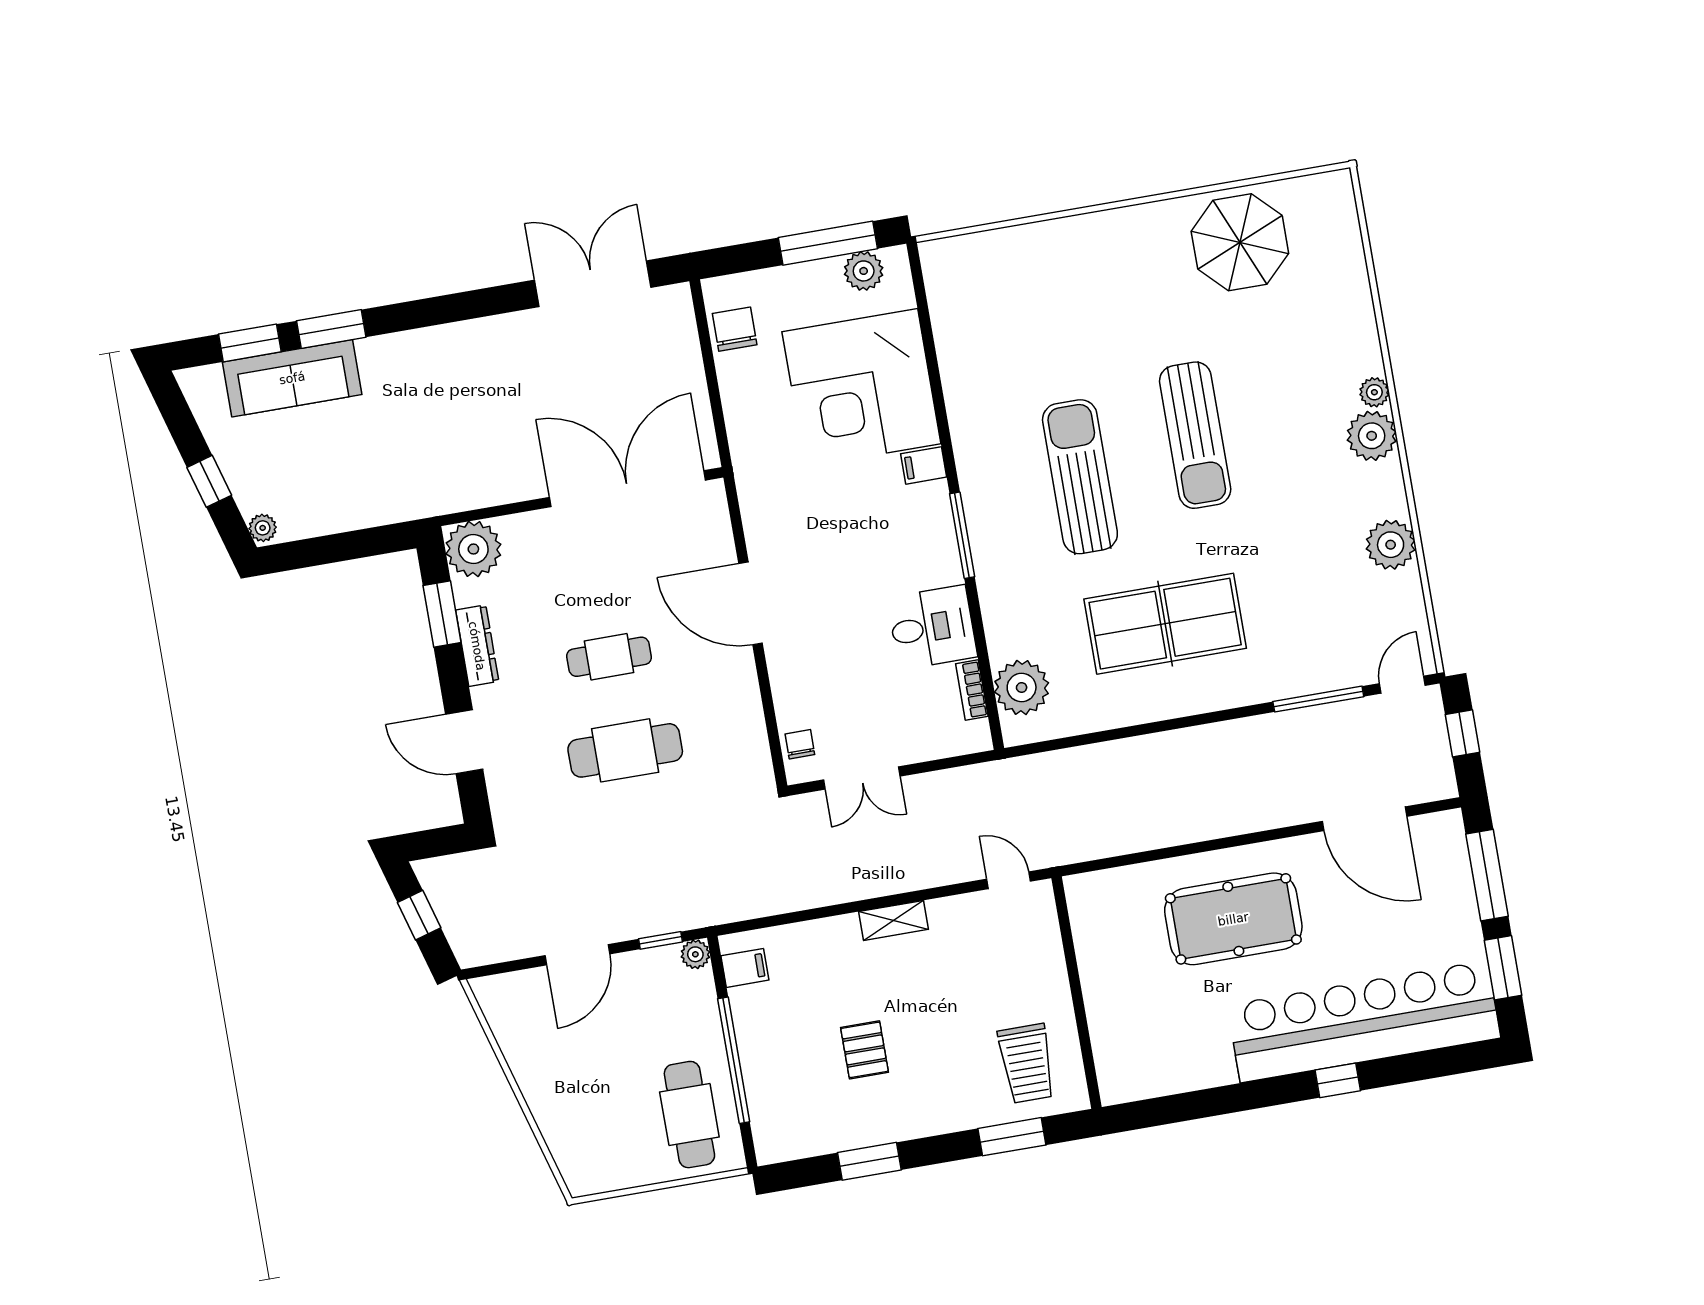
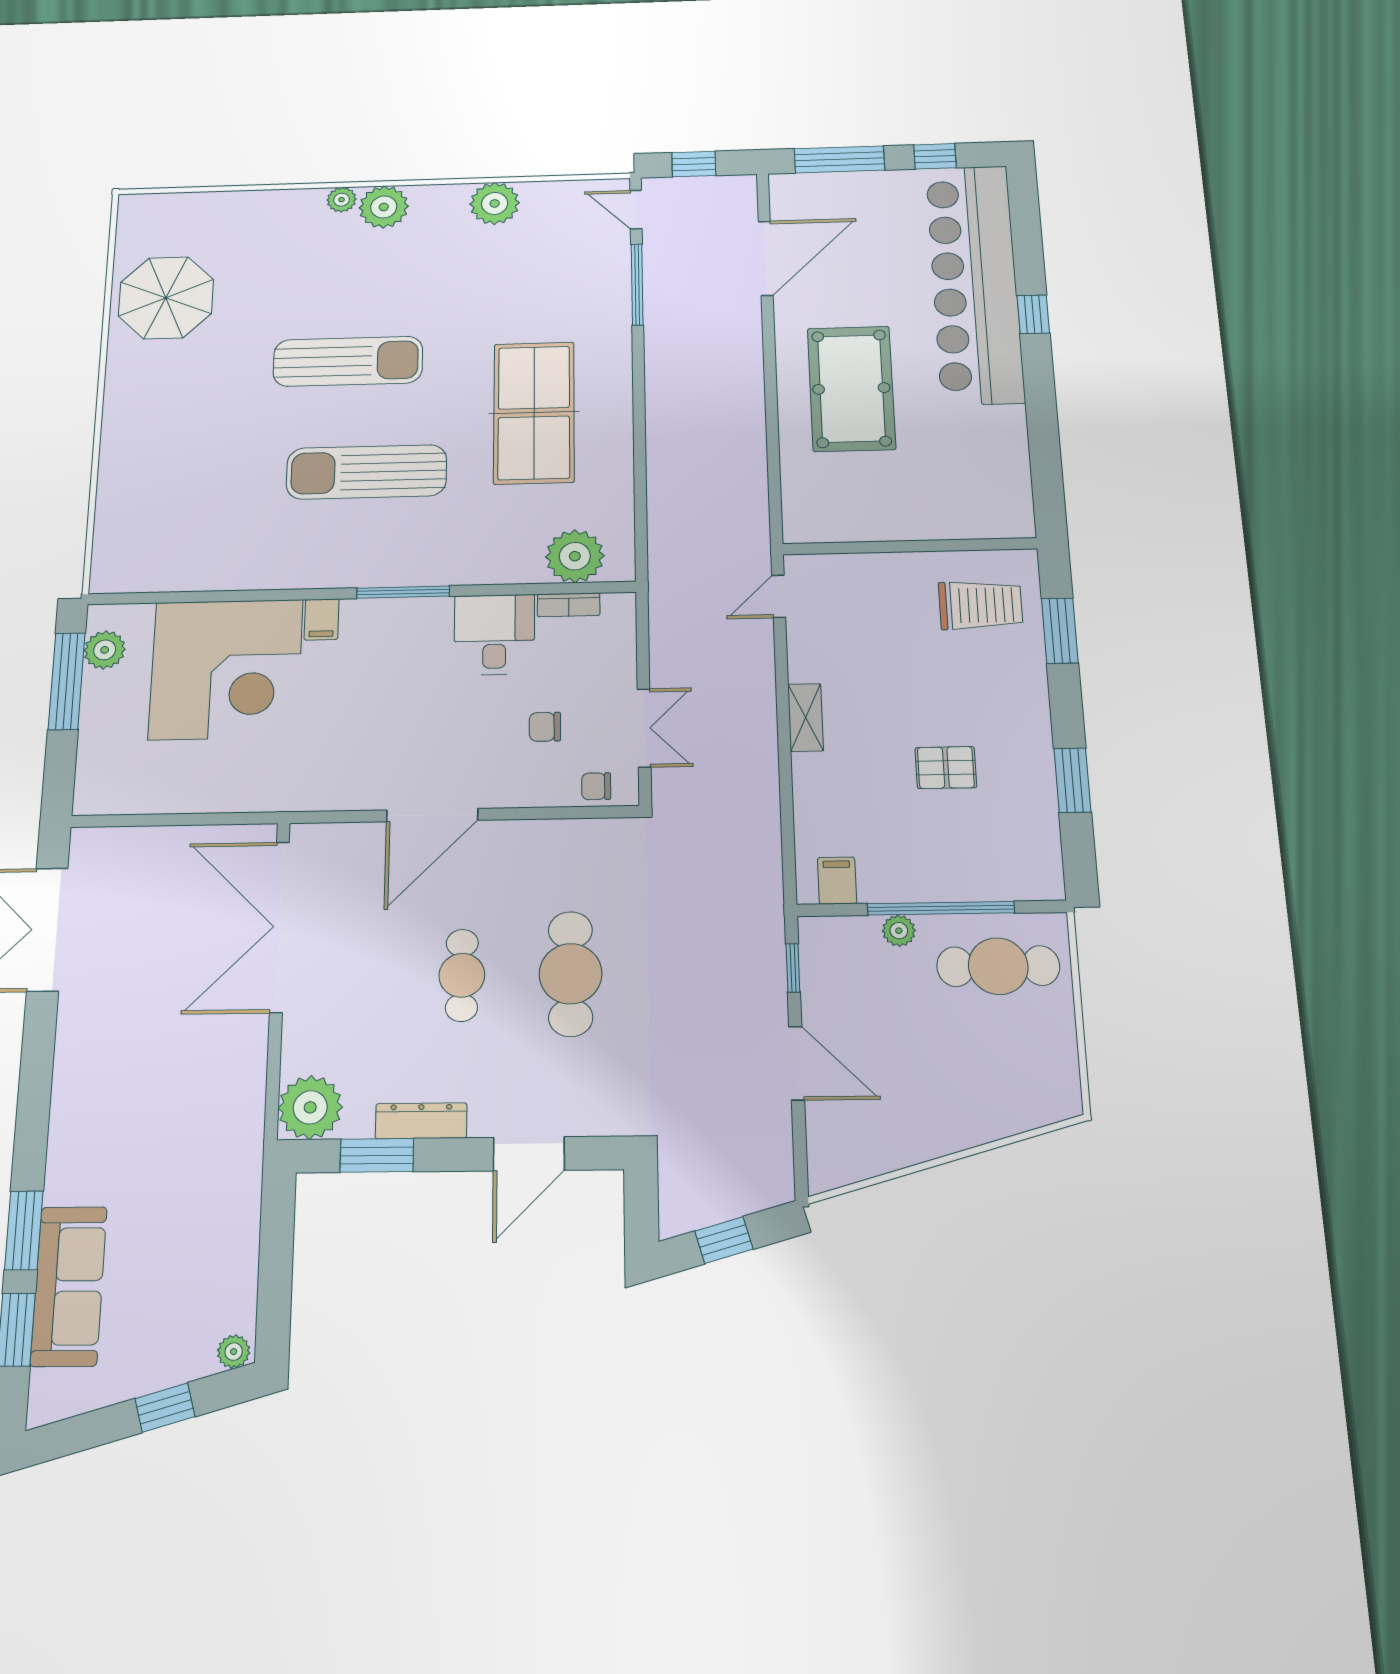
chair: (735, 329) -> (545, 727), moved, width x0.73, depth x0.73
plant: (695, 954) -> (899, 931), moved
window: (1503, 968) -> (935, 156), width x0.67

